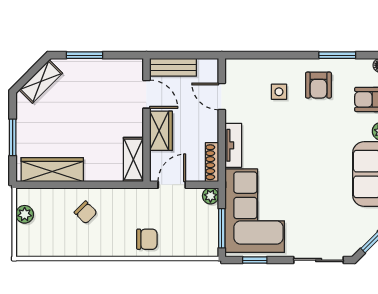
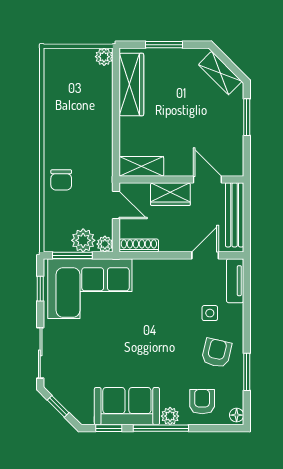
bench: (173, 67) -> (235, 215), width x1.36
armchair: (318, 85) -> (217, 353), turned 103
door: (146, 94) -> (207, 179), swing flipped
tv unit: (233, 145) -> (235, 281), moved, turned 90
chair: (86, 212) -> (88, 118), removed
plant: (25, 214) -> (104, 57), moved
plant: (207, 217) -> (83, 240), added

